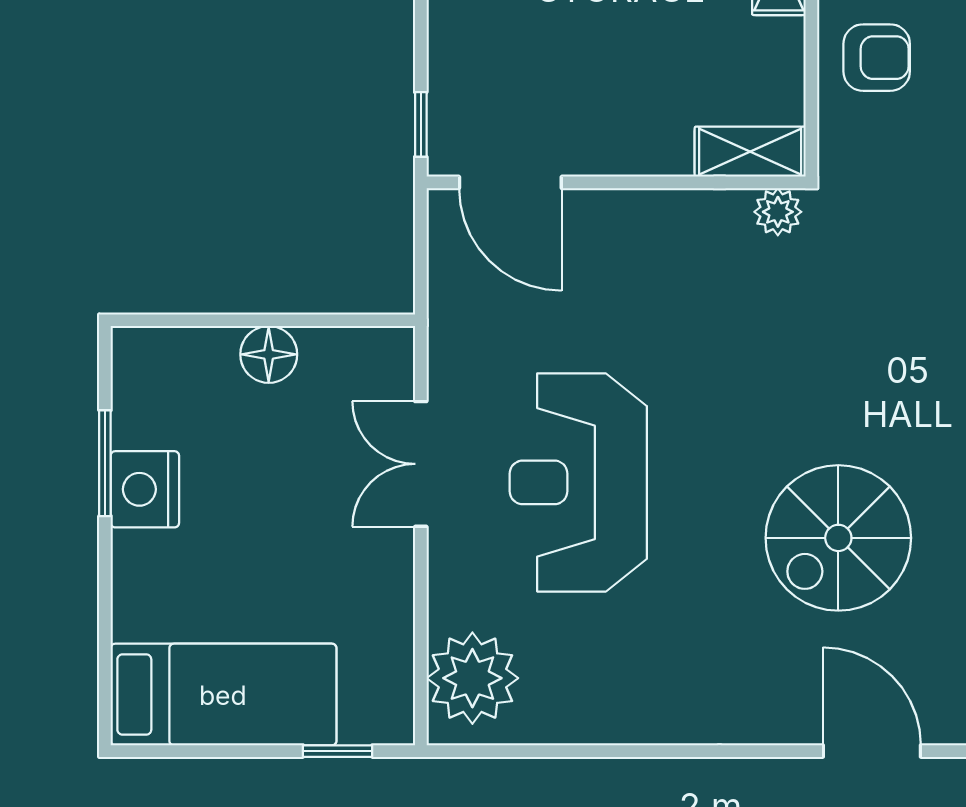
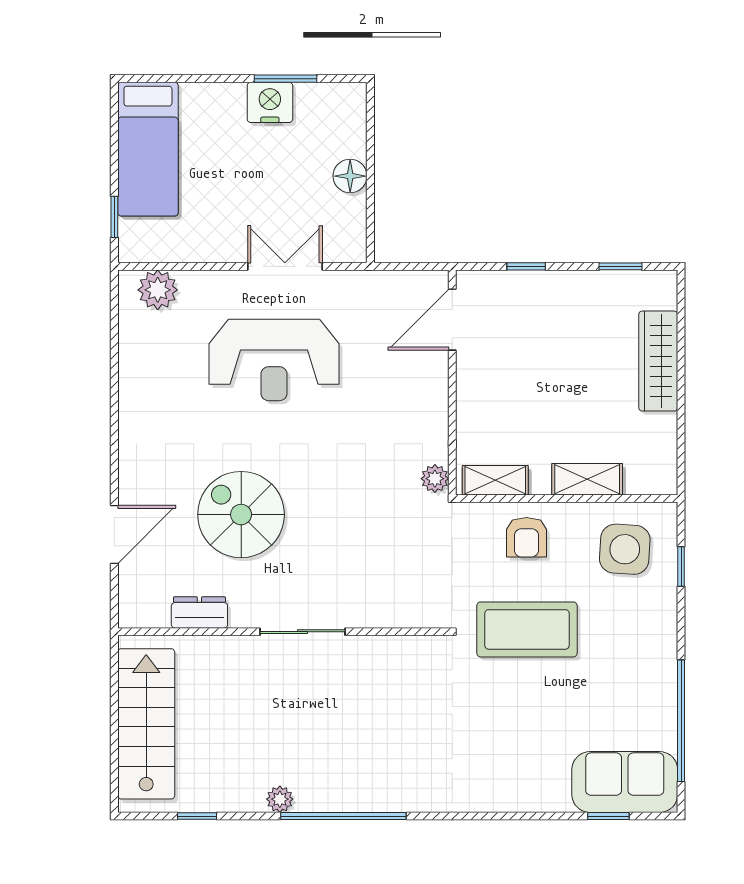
window: (421, 124) -> (526, 266), moved
shelving: (750, 152) -> (495, 480), moved, turned 90
reception desk: (578, 482) -> (274, 360), turned 180
plant: (472, 678) -> (158, 290), width x0.73, depth x0.73

